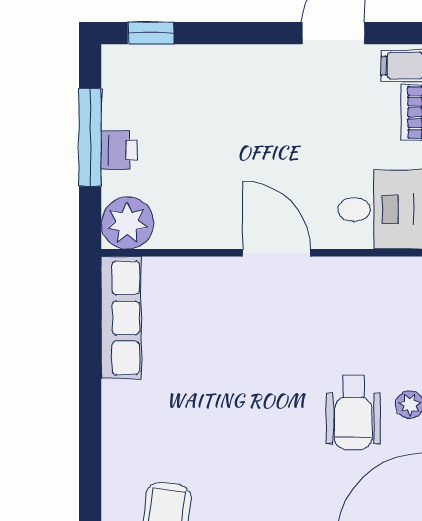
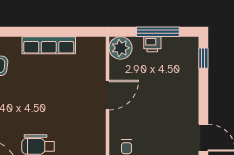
door: (276, 253) -> (108, 95), moved
row of seats: (121, 318) -> (49, 45), moved

